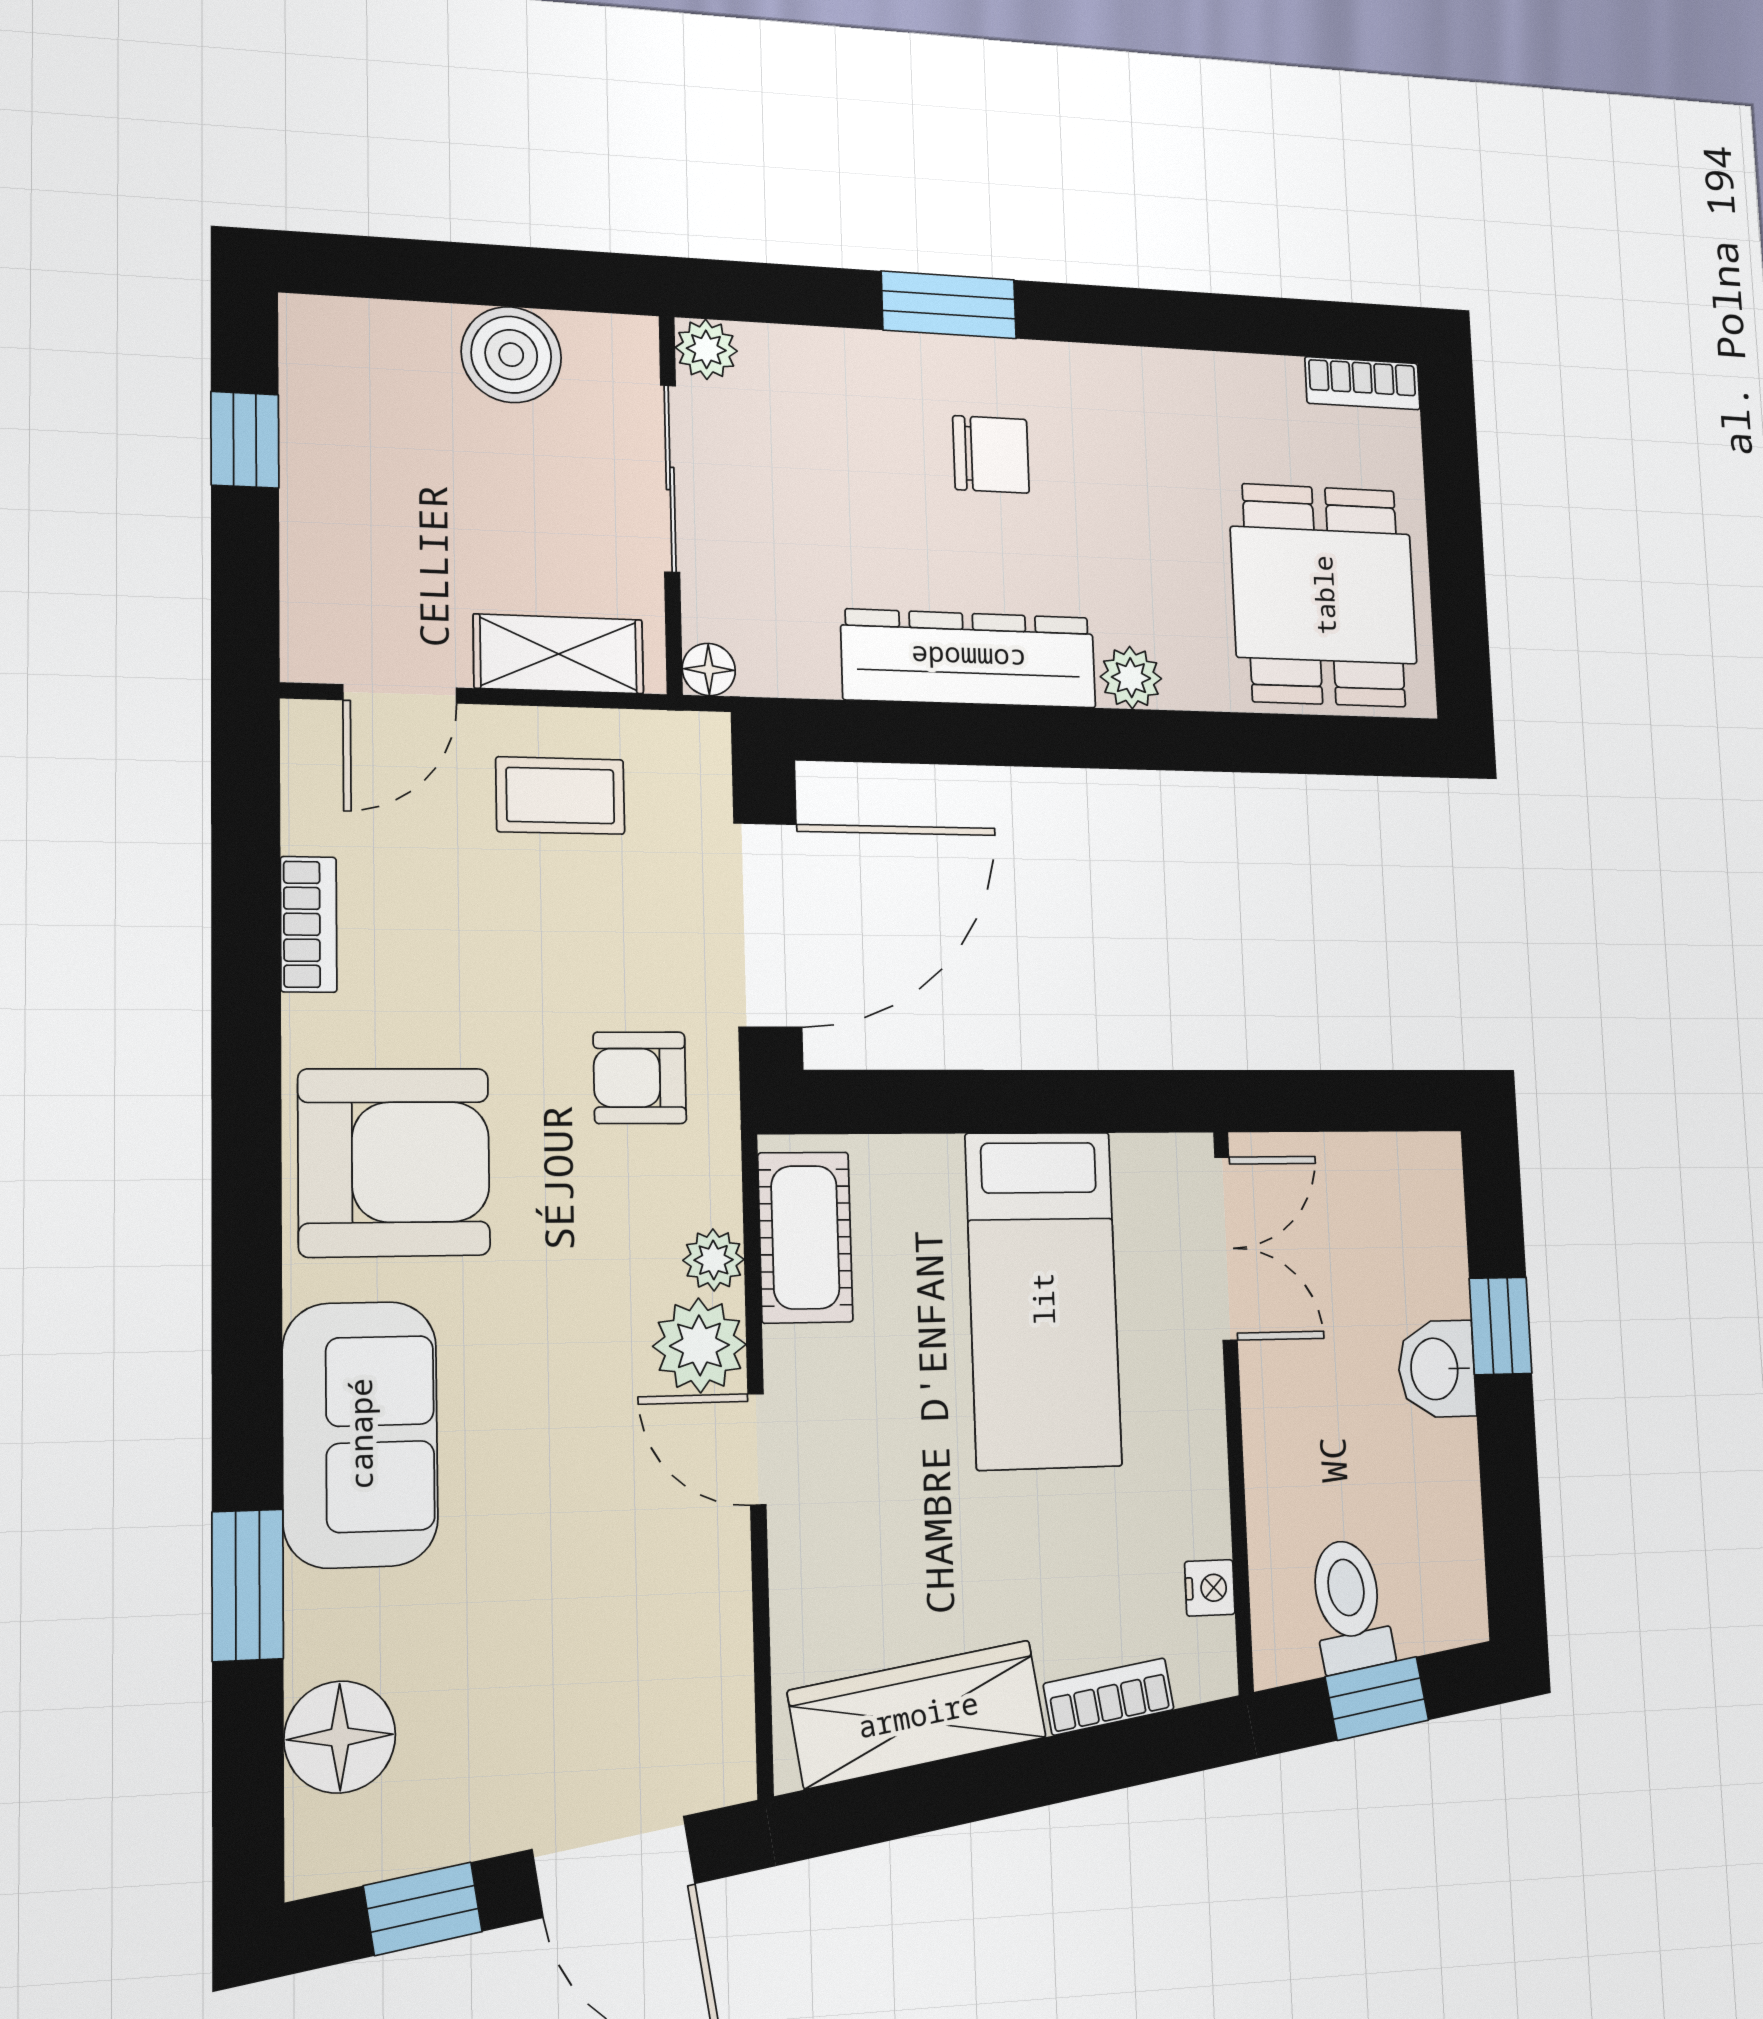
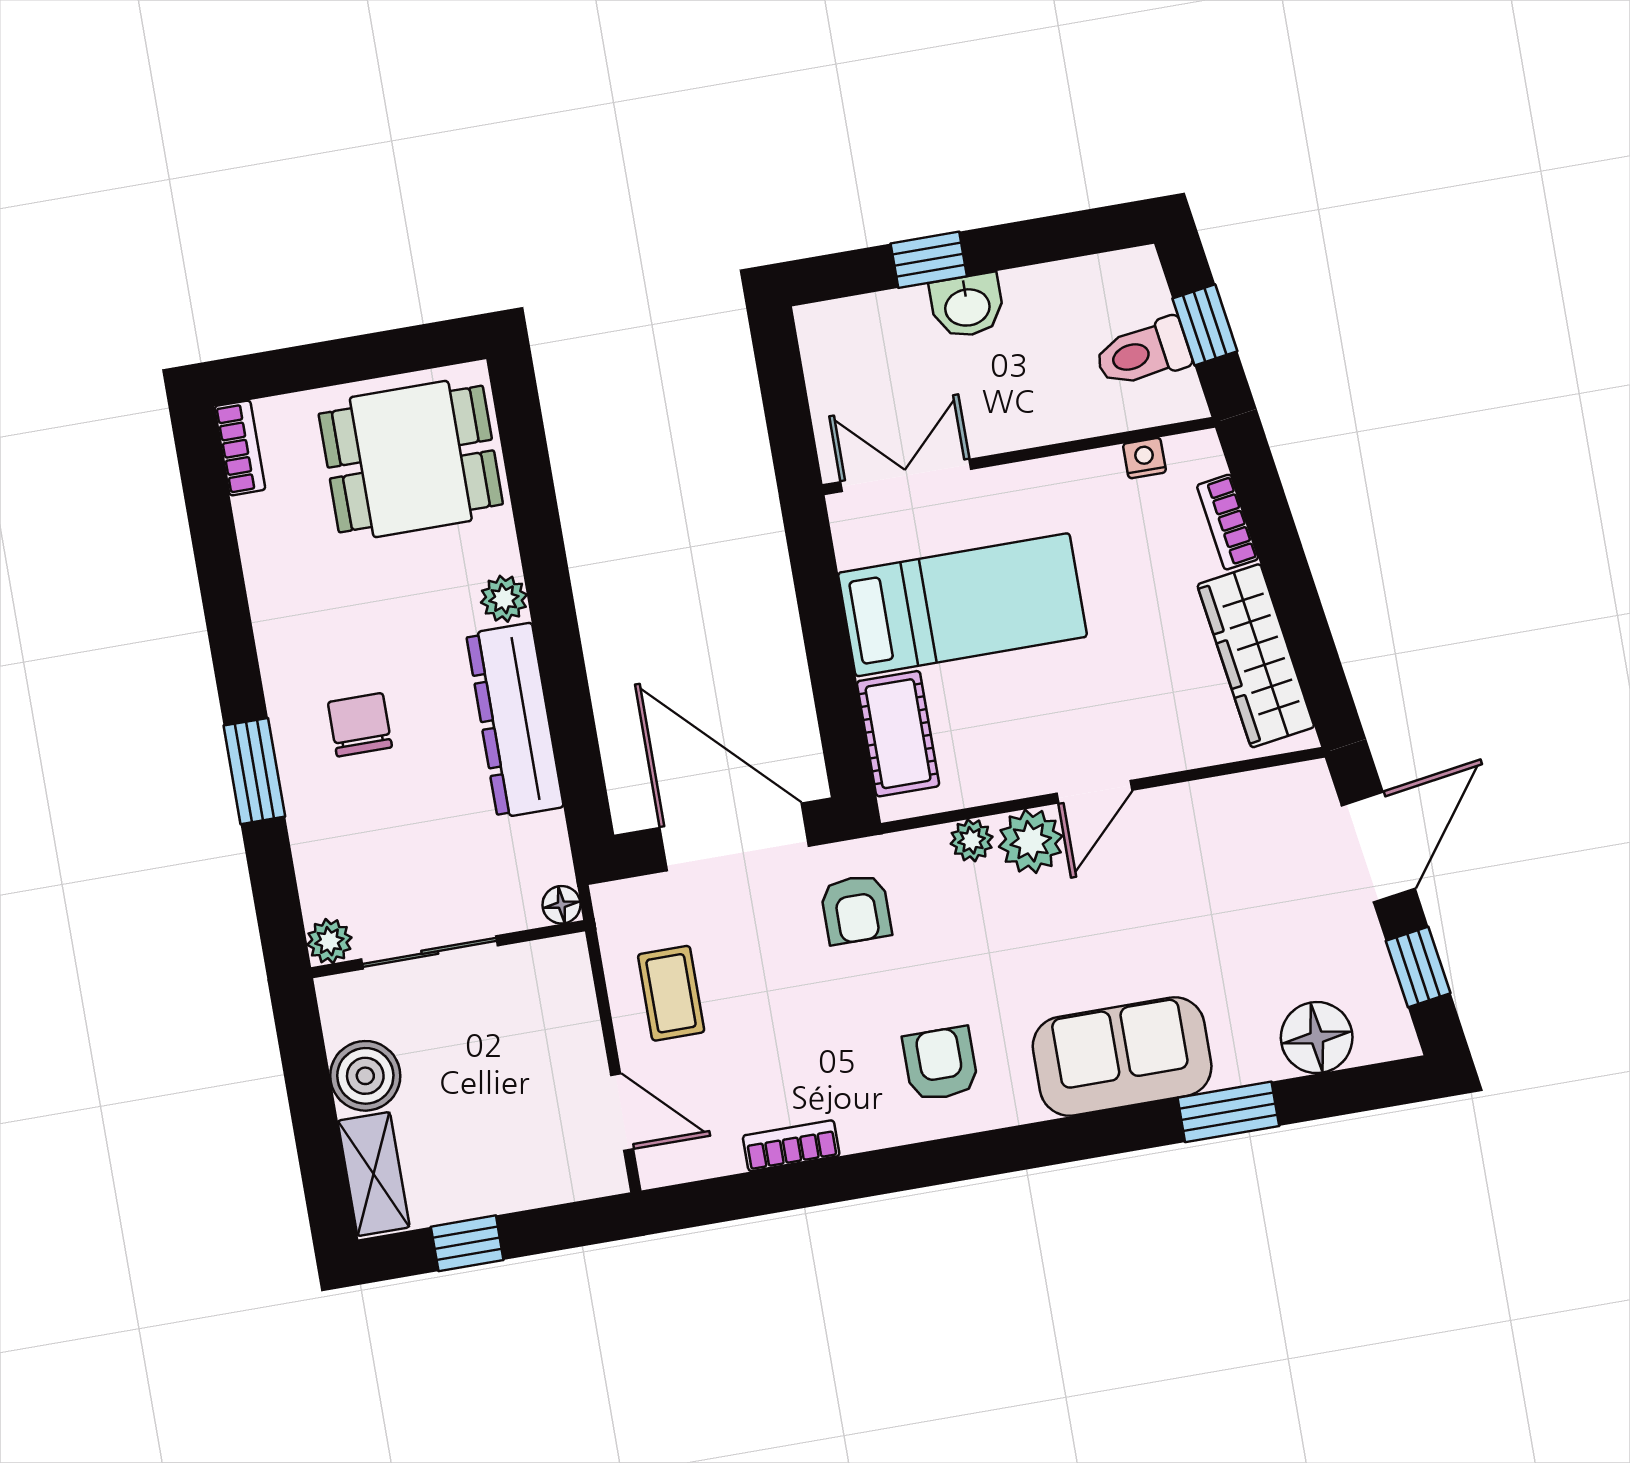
shelving: (559, 654) -> (374, 1174), moved
armchair: (394, 1162) -> (940, 1064), width x0.53, depth x0.53
cot: (805, 1237) -> (898, 734), moved, turned 90

